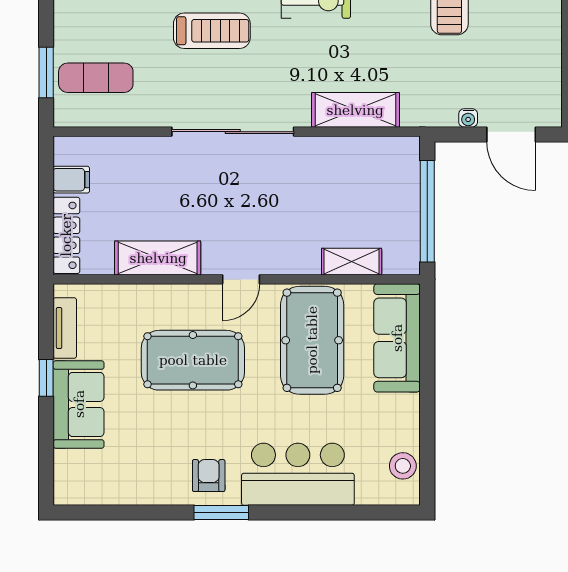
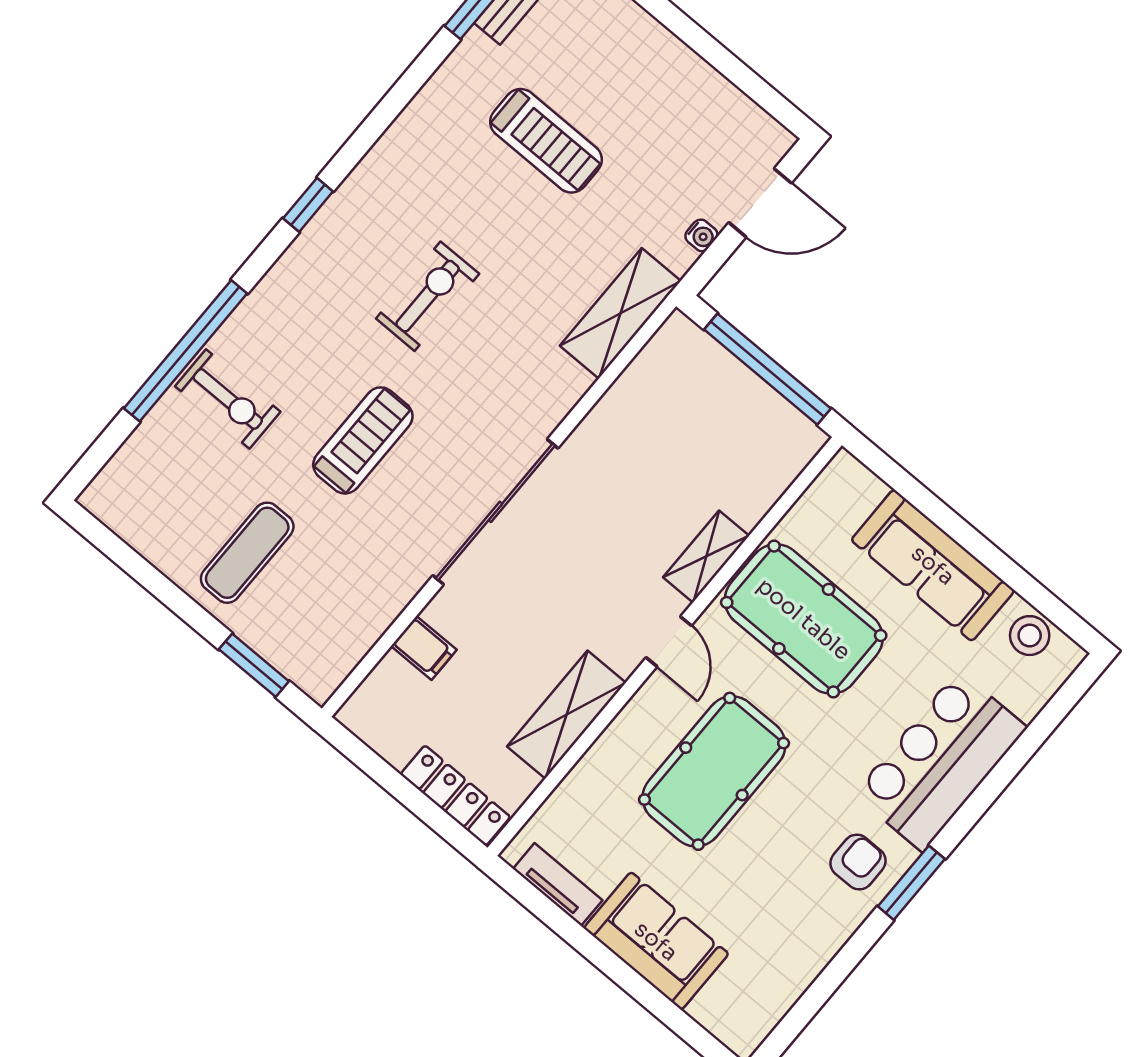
exercise mat: (96, 78) -> (247, 553), moved
shelving: (355, 110) -> (620, 313), moved
filing cabinet: (71, 180) -> (424, 648), moved, turned 90
shelving: (352, 262) -> (706, 557), moved
sofa: (397, 338) -> (933, 565), moved
window: (46, 378) -> (596, 952), removed
armchair: (209, 476) -> (858, 862), turned 90

